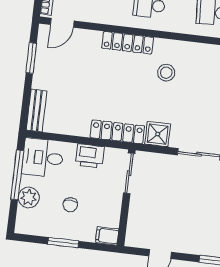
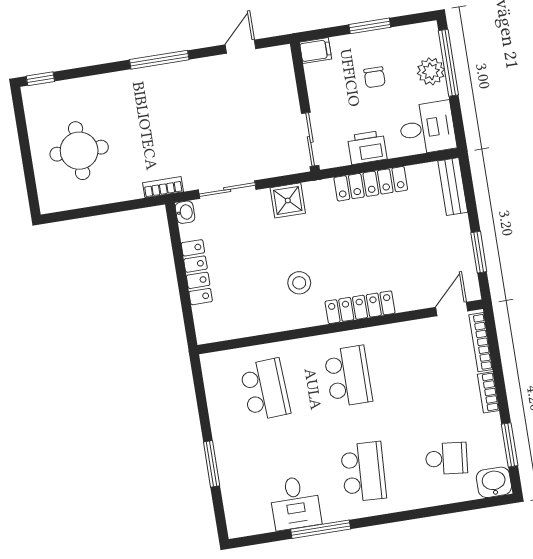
locker: (117, 132) -> (371, 184), moved
window: (17, 175) -> (448, 63), moved
chair: (70, 205) -> (375, 77), turned 180

